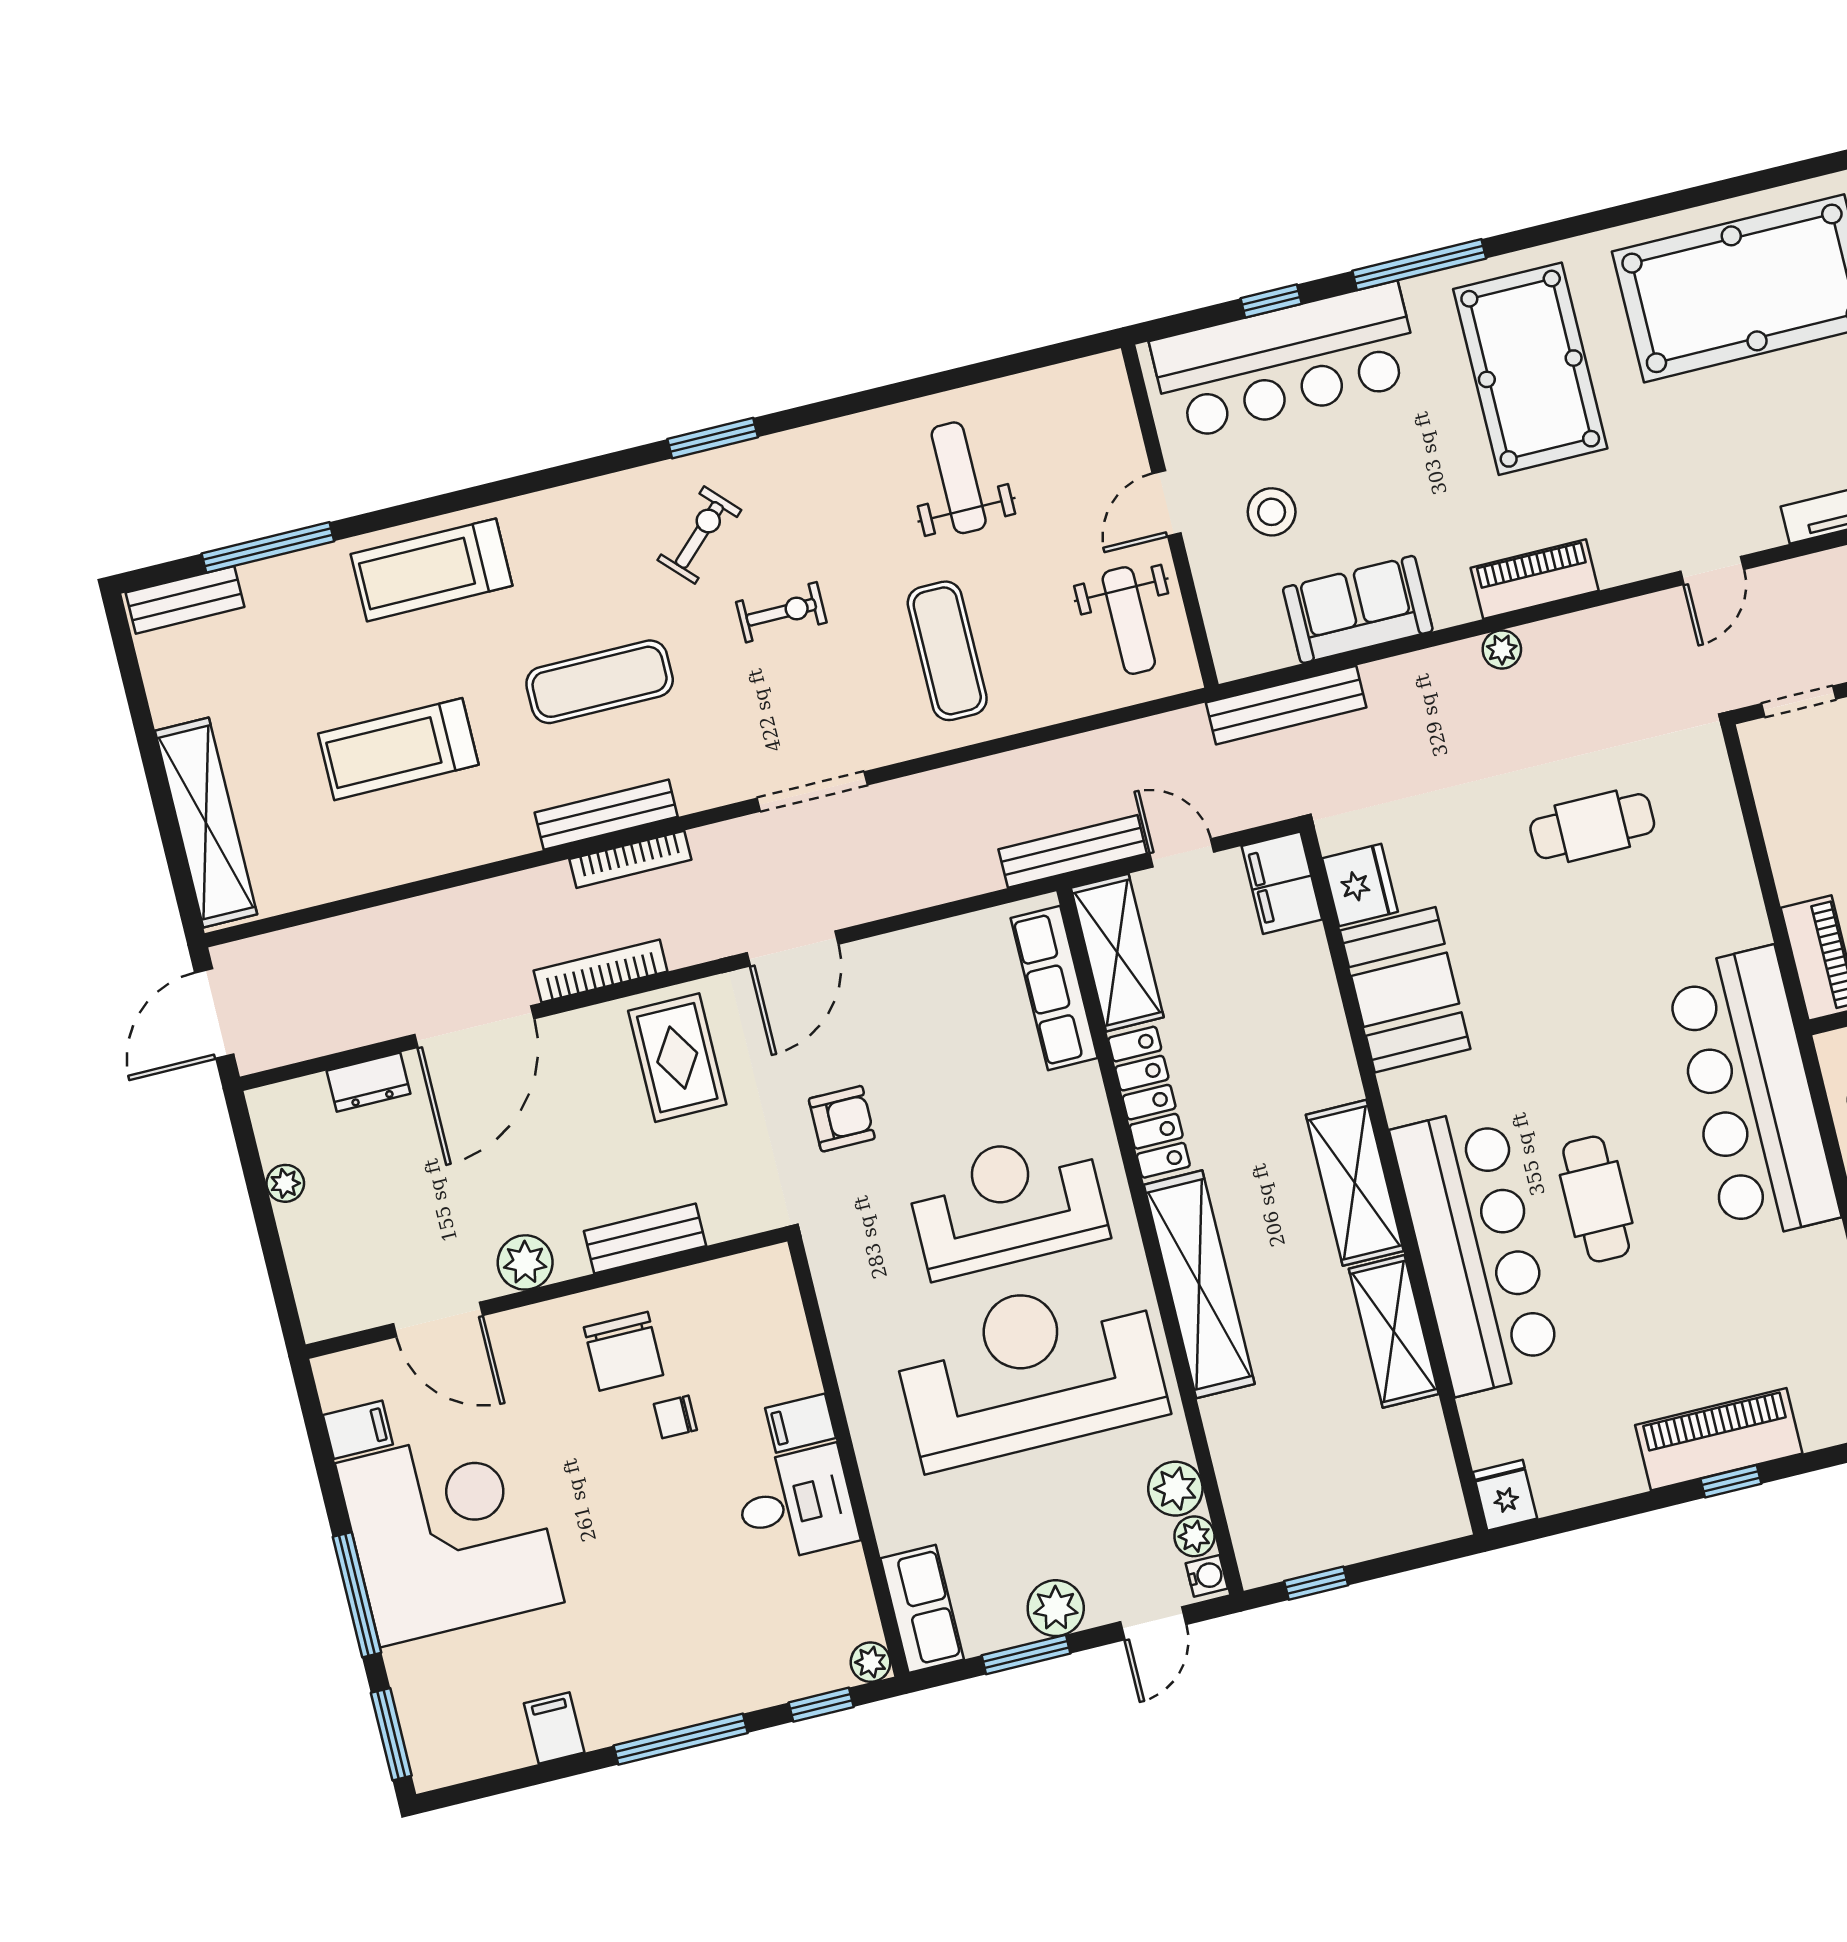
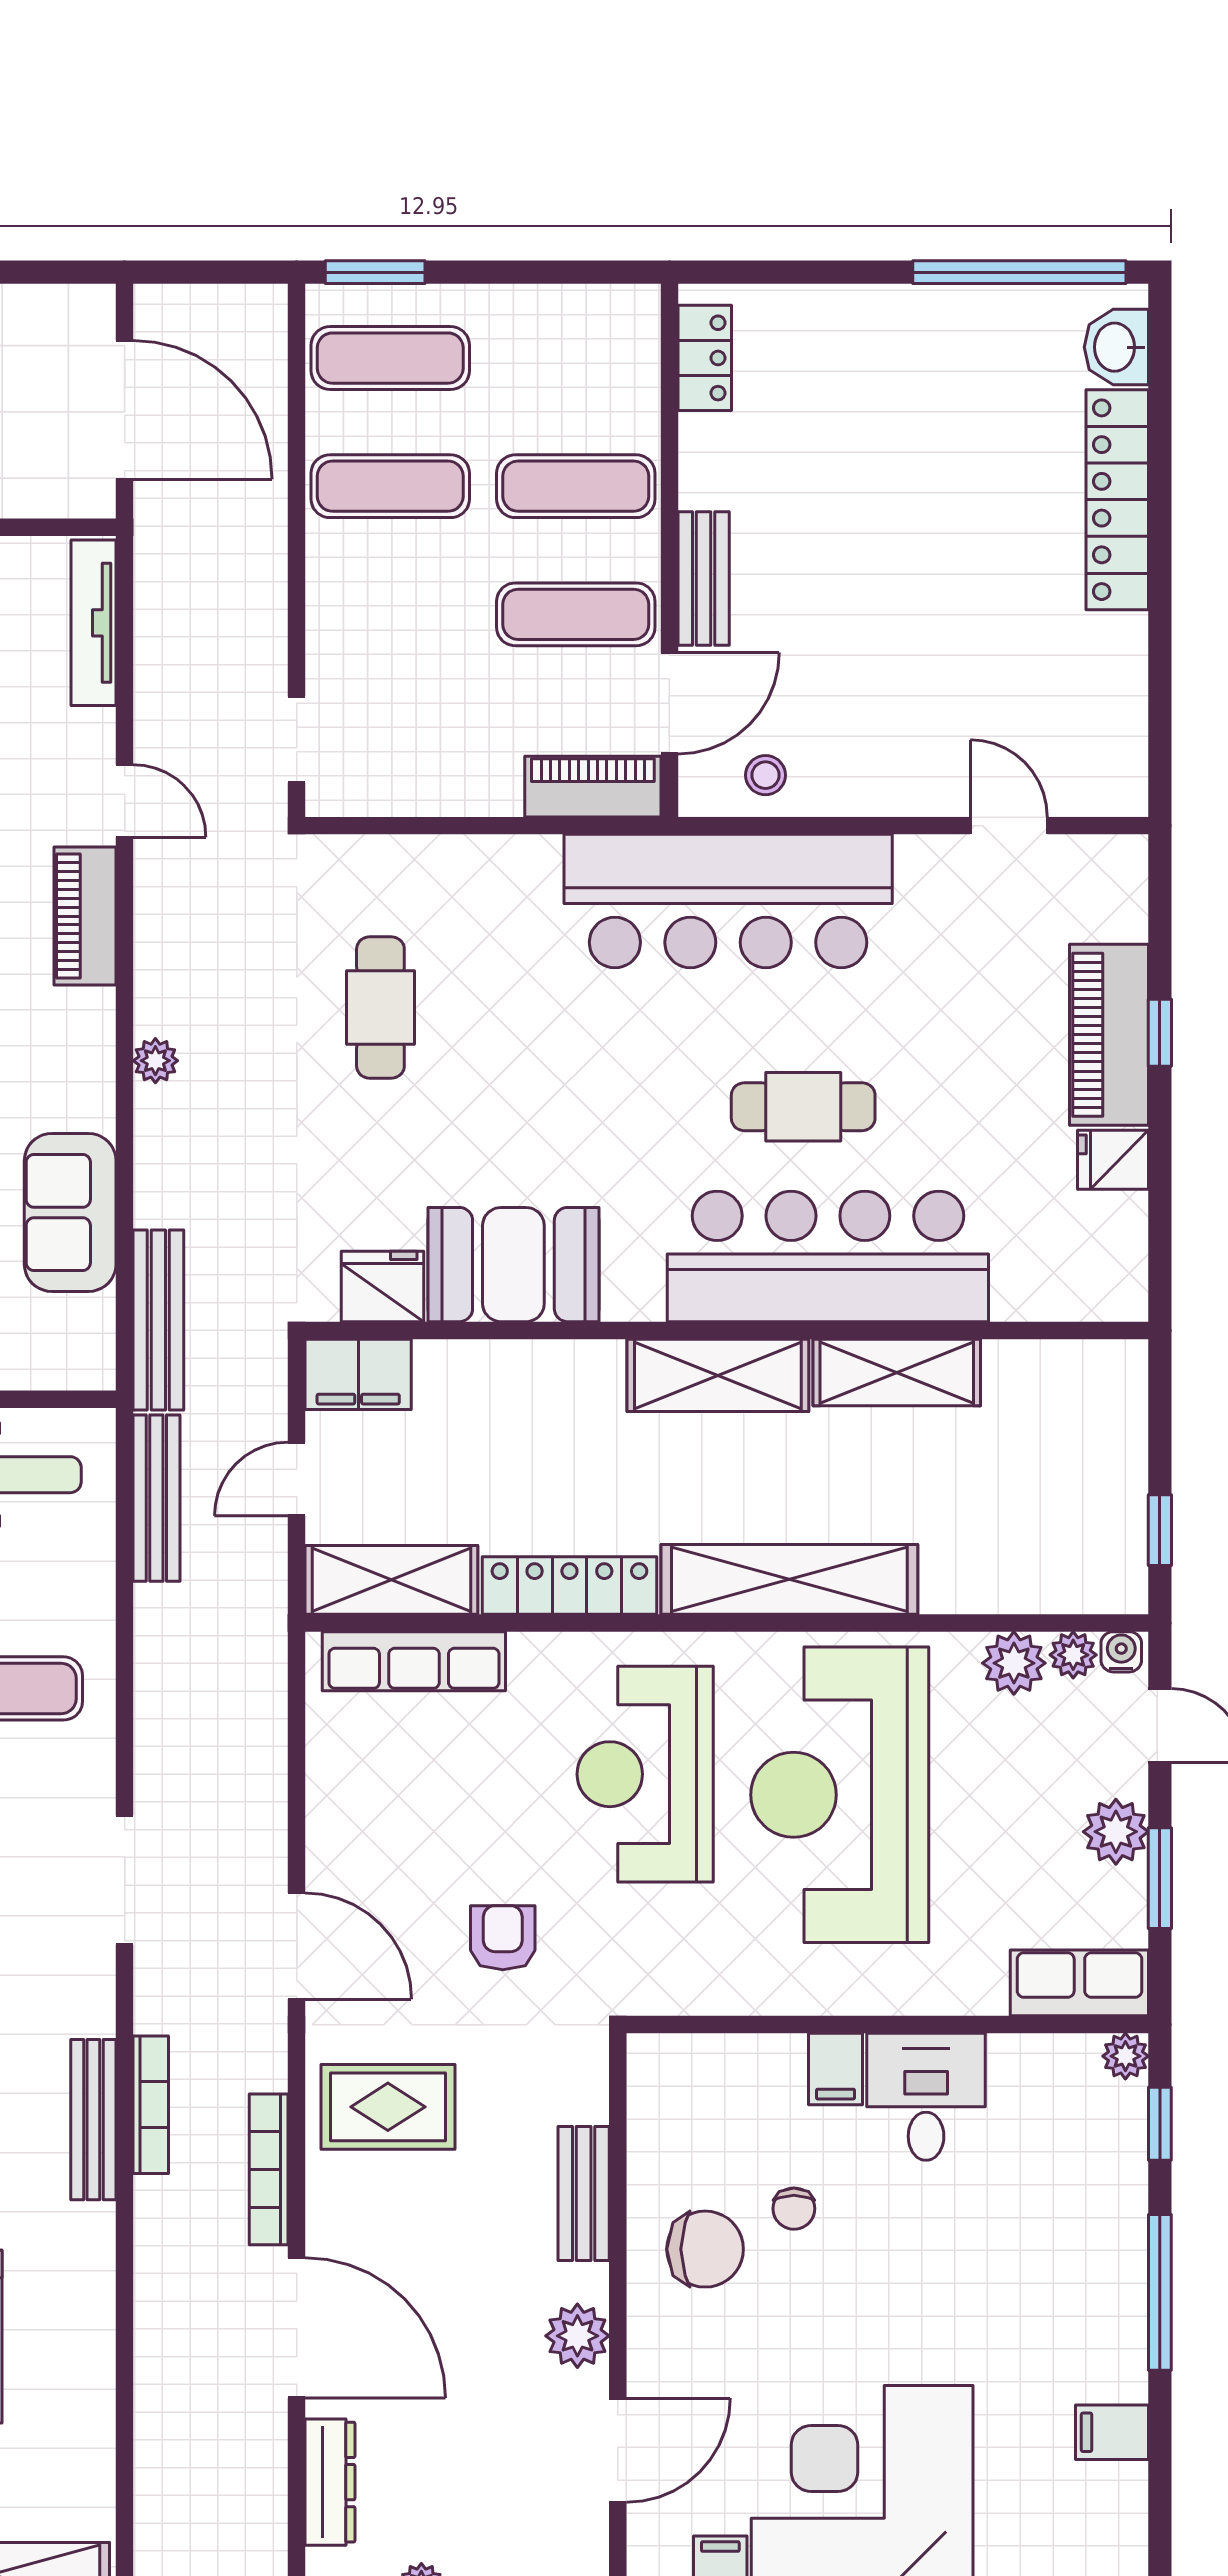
piano: (1535, 579) -> (85, 916), moved
bench: (1073, 851) -> (156, 1498), moved
dresser: (369, 1082) -> (330, 2482), width x1.44
fridge: (1505, 1495) -> (1113, 1160), moved

